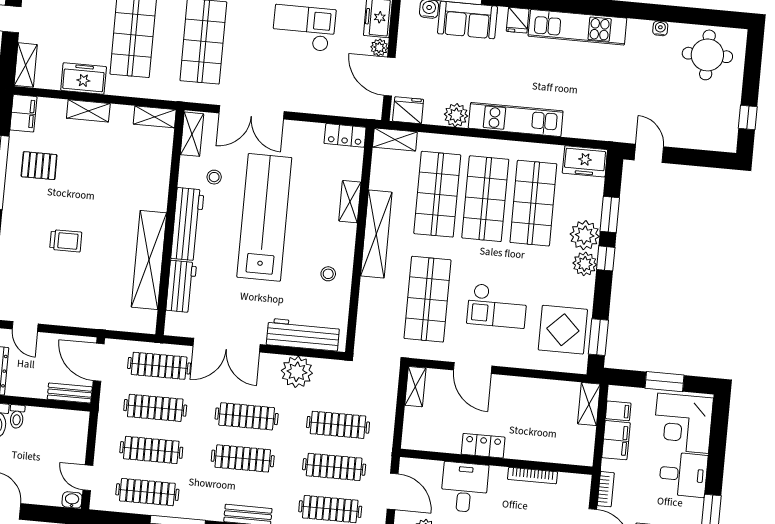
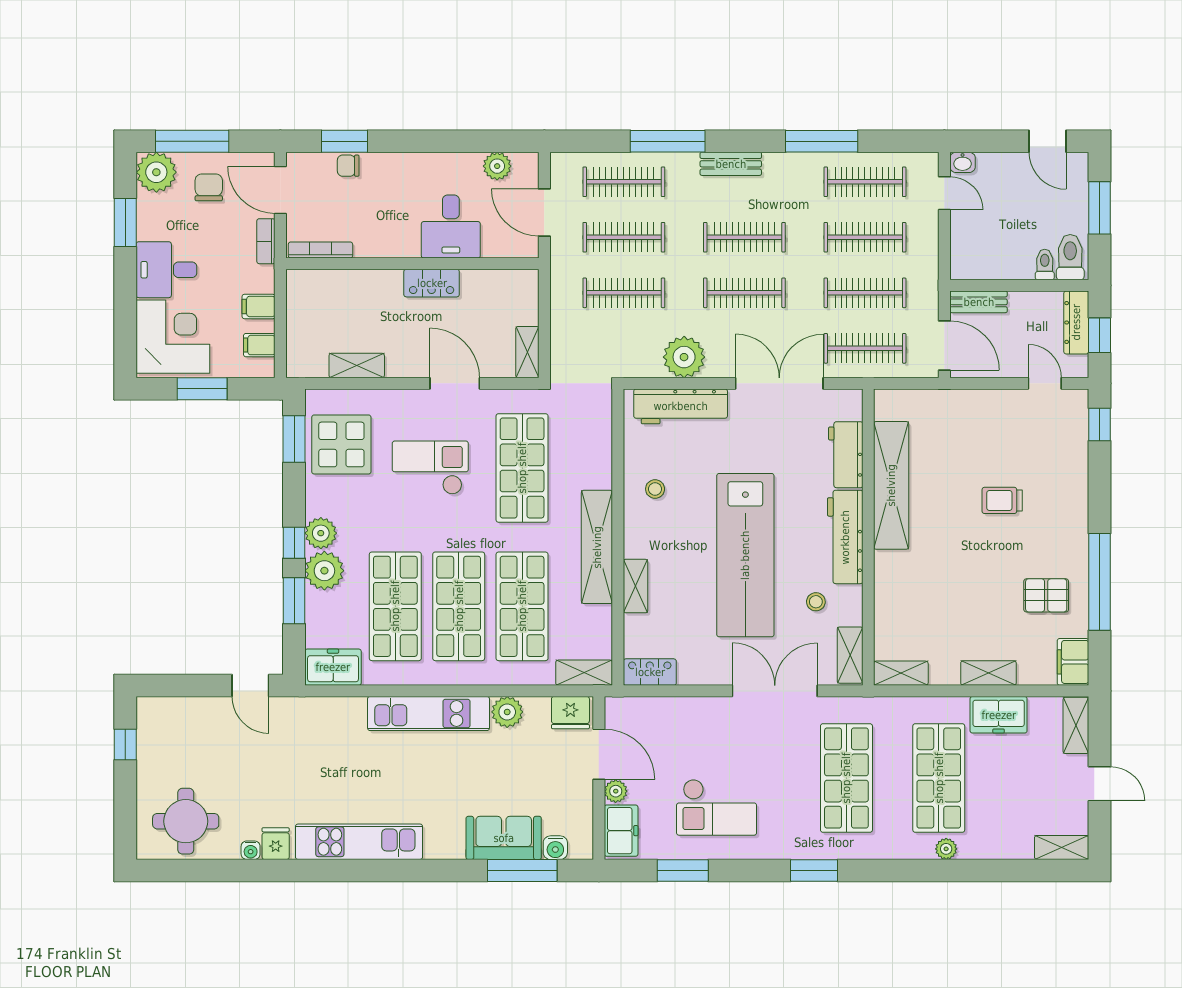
fridge: (518, 20) -> (276, 844), moved
shelving: (589, 404) -> (357, 366), moved, turned 90
filing cabinet: (616, 440) -> (259, 306), width x0.50
bookcase: (532, 476) -> (320, 250), moved

